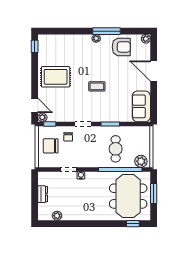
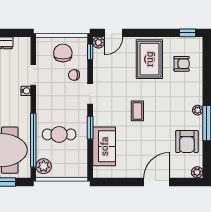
armchair: (59, 51) -> (182, 64), added
sofa: (141, 106) -> (104, 146), moved, turned 90

